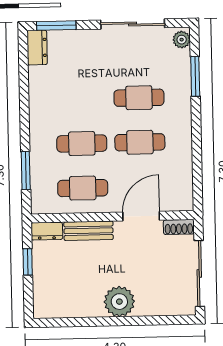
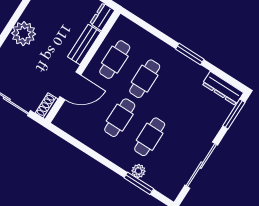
plant: (182, 40) -> (138, 171), moved
dresser: (37, 48) -> (223, 88), width x1.44
window: (26, 171) -> (190, 54), moved
door: (141, 216) -> (70, 86), hinge flipped

